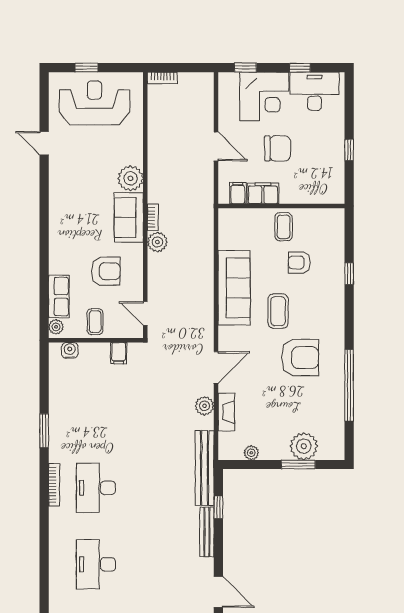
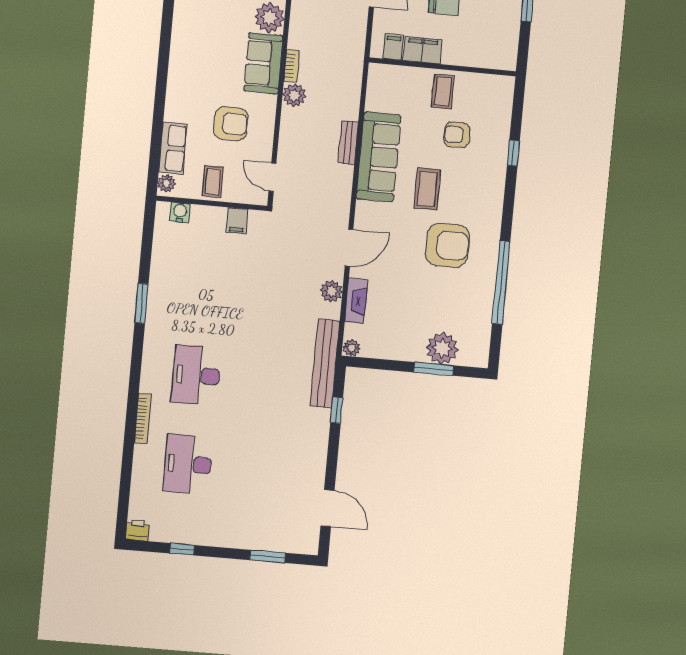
plant: (251, 453) -> (352, 348), moved
bookcase: (54, 485) -> (143, 418), moved
bench: (207, 532) -> (348, 142), moved, width x0.73

